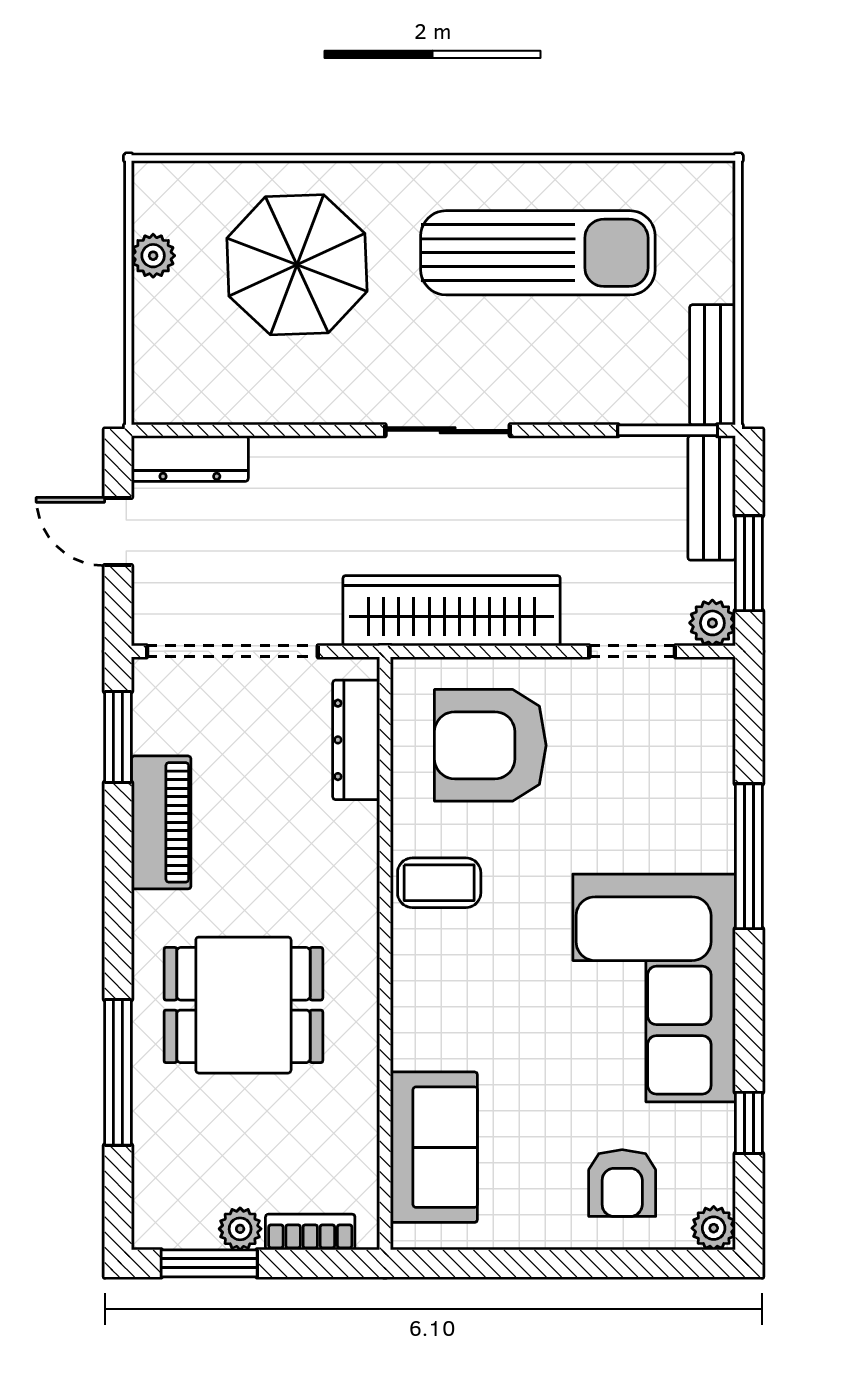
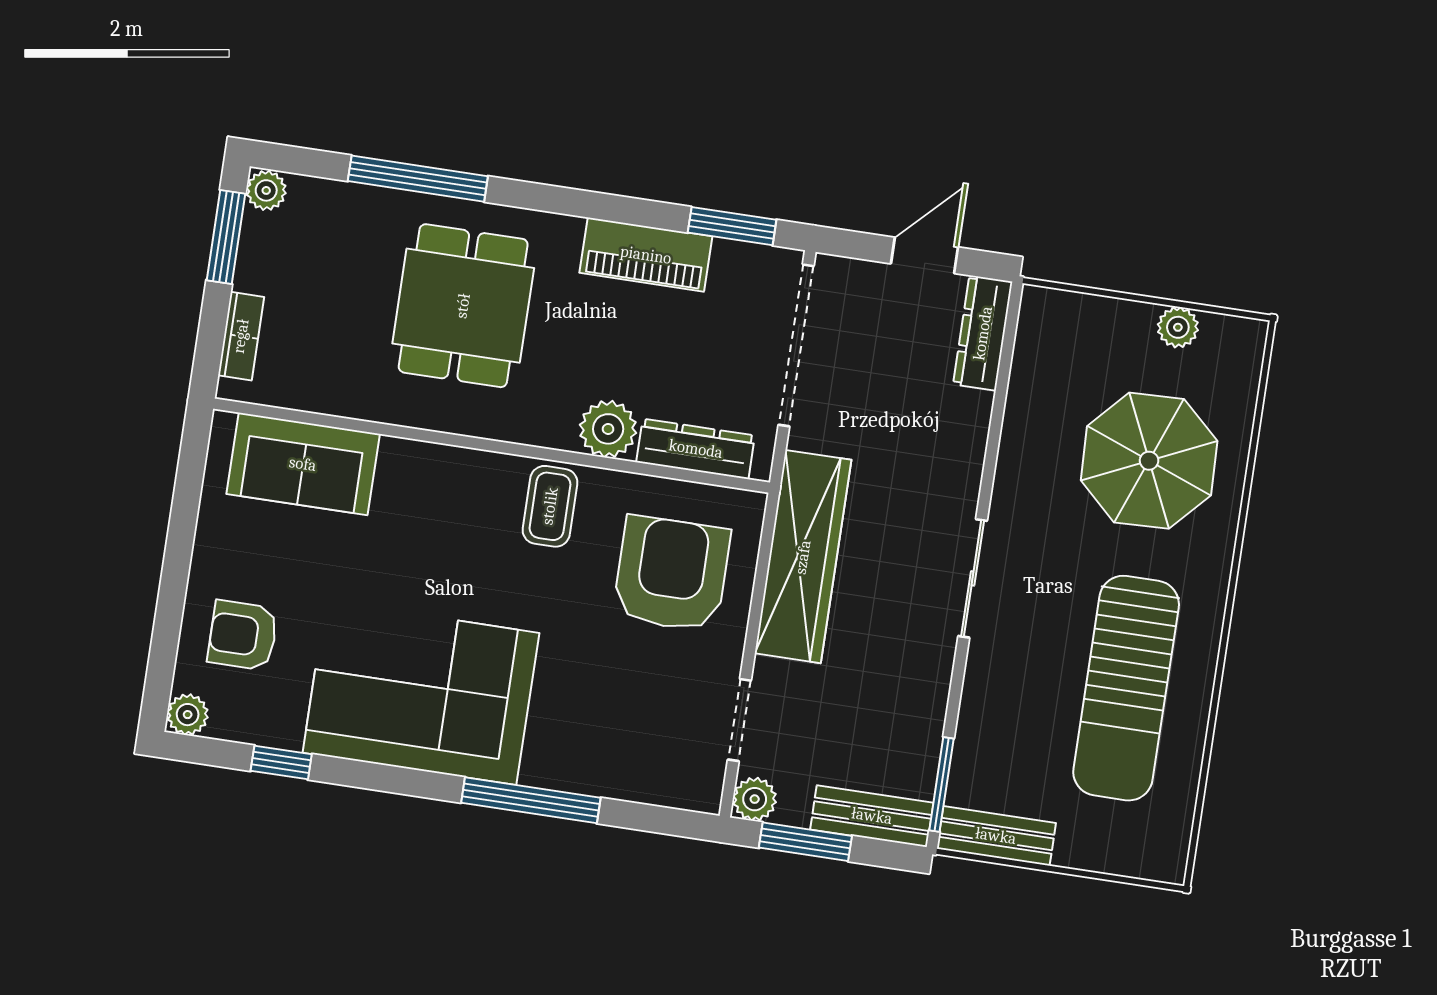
plant: (349, 834) -> (608, 429), added
plant: (240, 1229) -> (266, 190), moved

